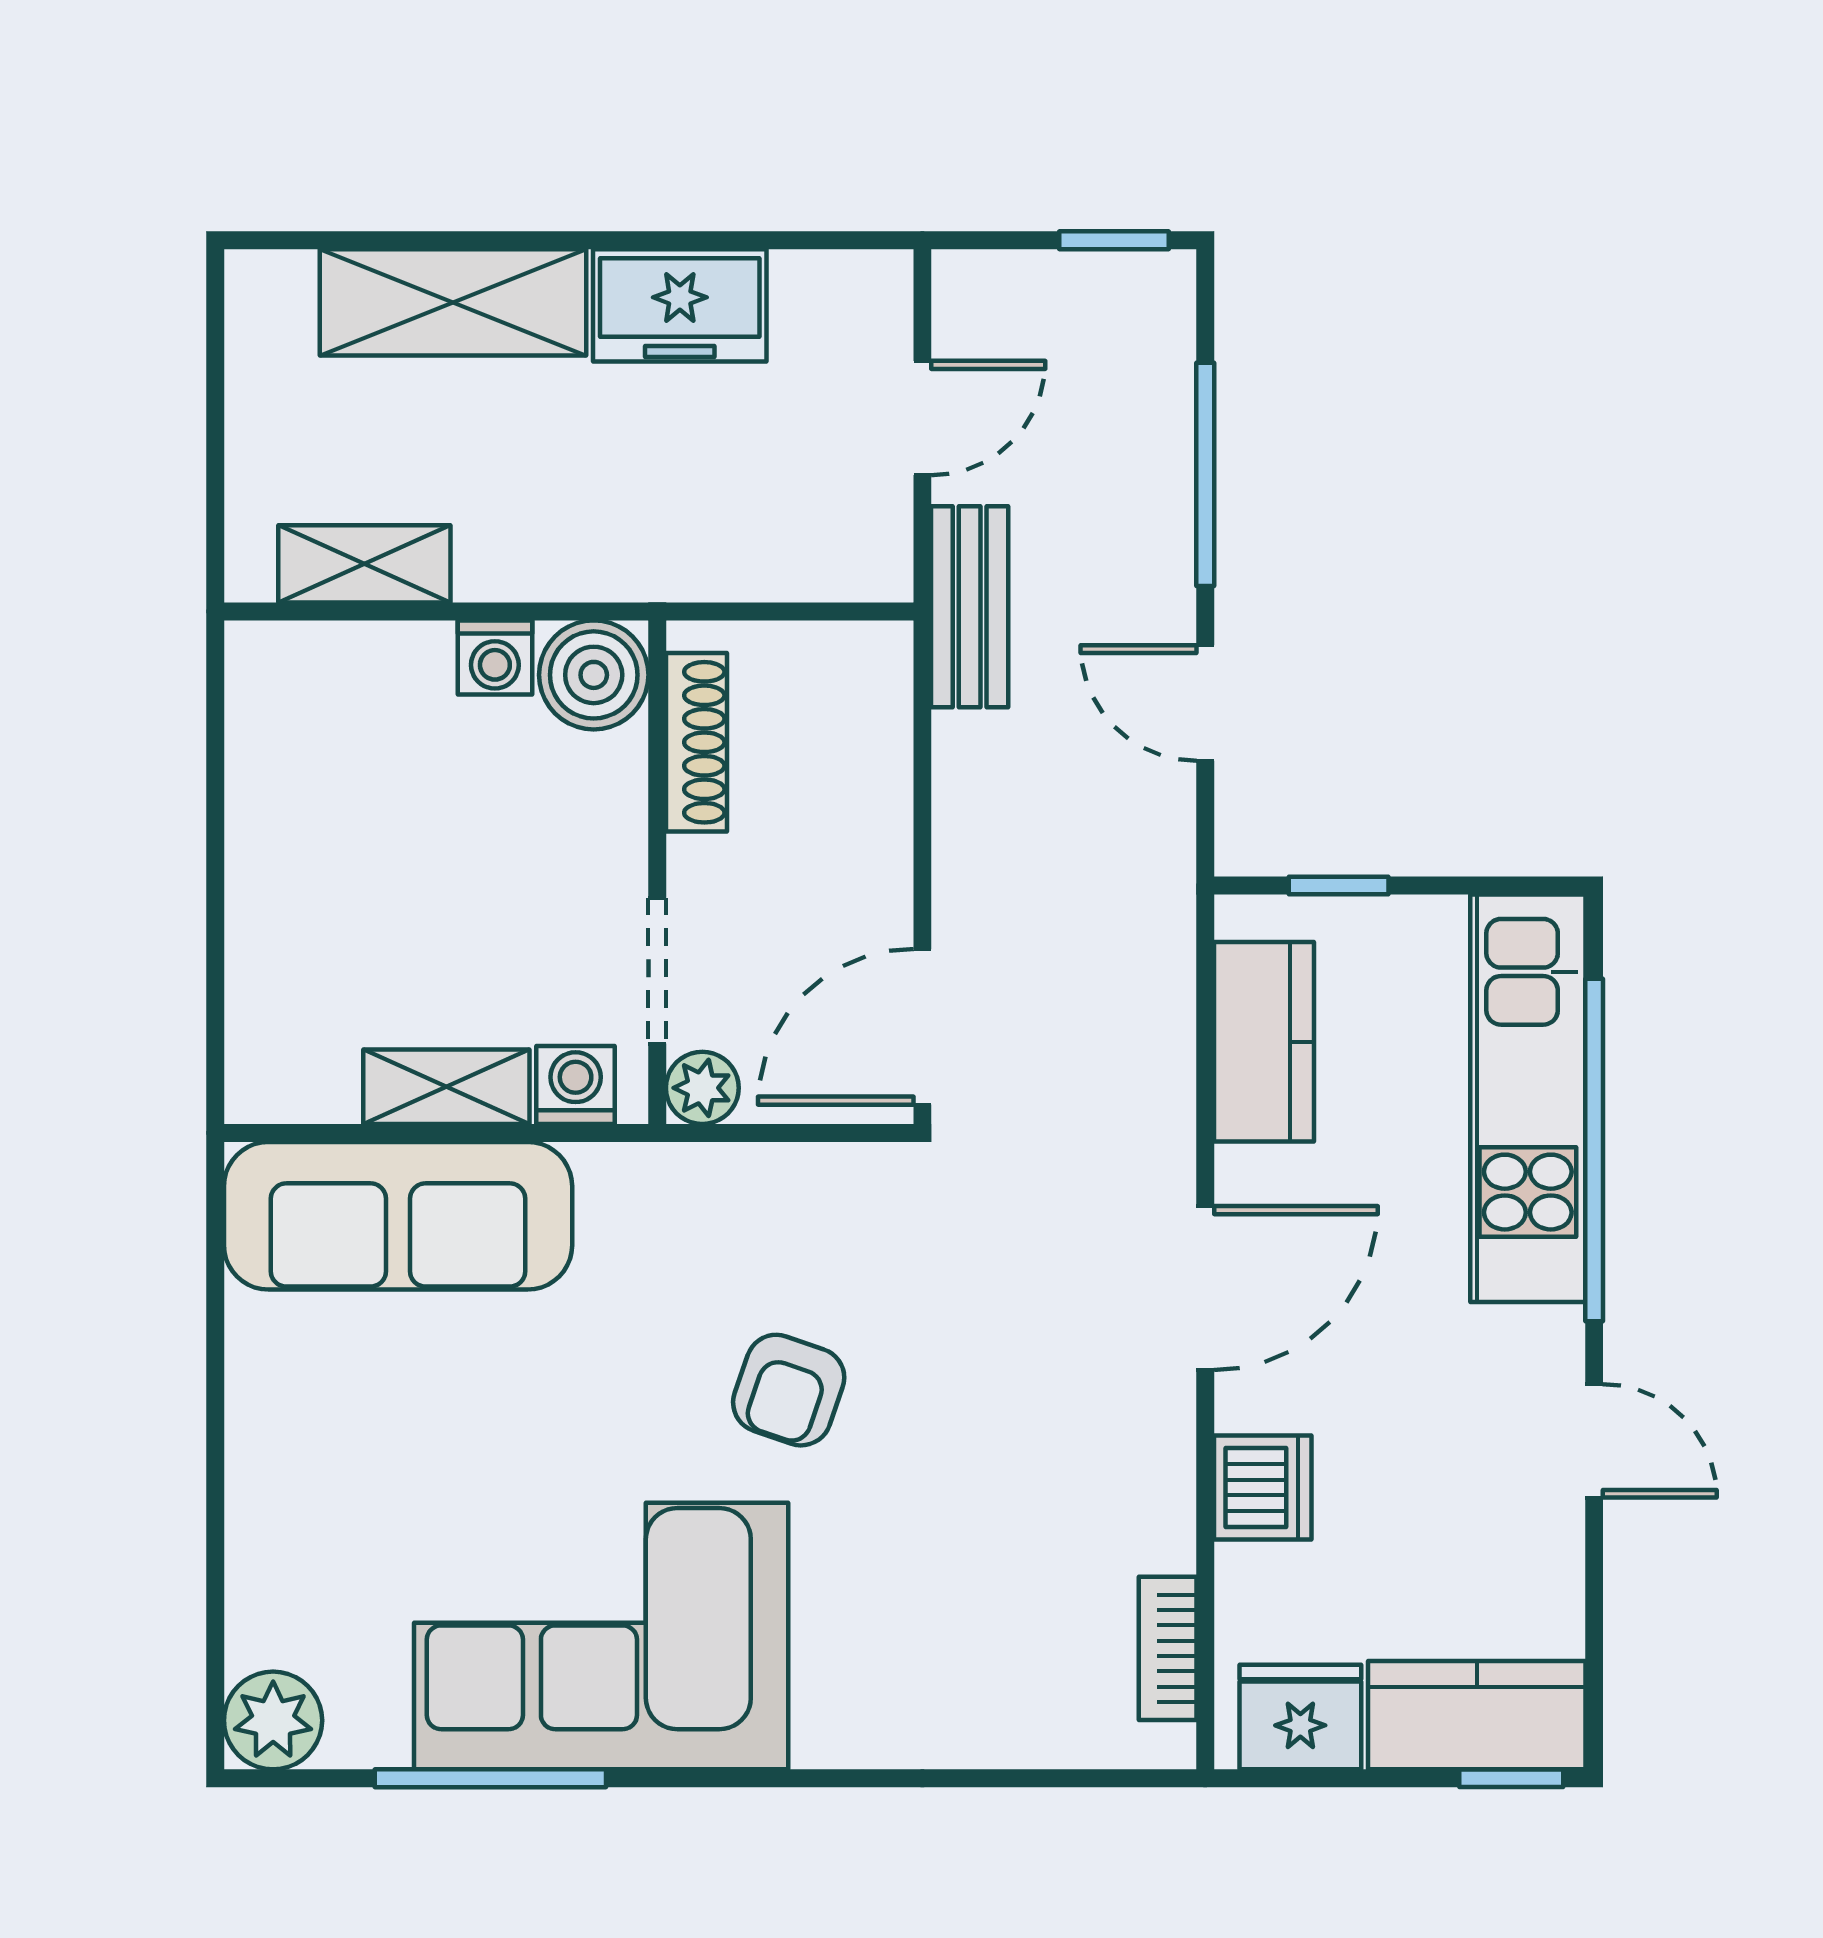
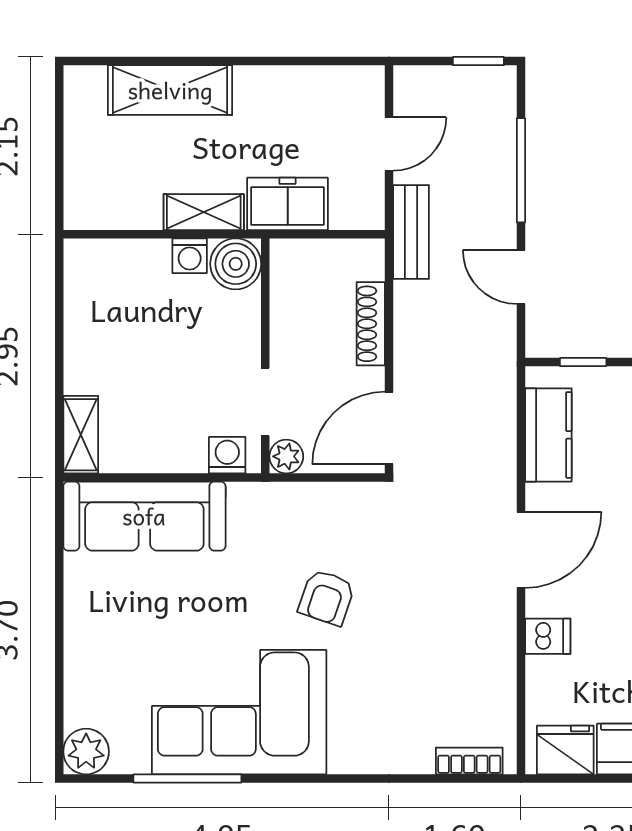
freezer: (680, 305) -> (288, 204), moved, turned 180
shelving: (364, 564) -> (204, 212), moved
shoe rack: (696, 742) -> (371, 324), moved, turned 180
shelving: (446, 1087) -> (81, 435), moved, turned 90
dishwasher: (1263, 1487) -> (548, 636), width x0.73
bookcase: (1168, 1648) -> (469, 761), moved, turned 90

